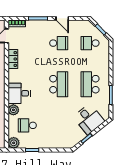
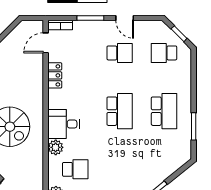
school desk: (90, 84) -> (164, 111), turned 180
desk: (89, 119) -> (162, 161), removed
school desk: (27, 125) -> (75, 169), turned 180

